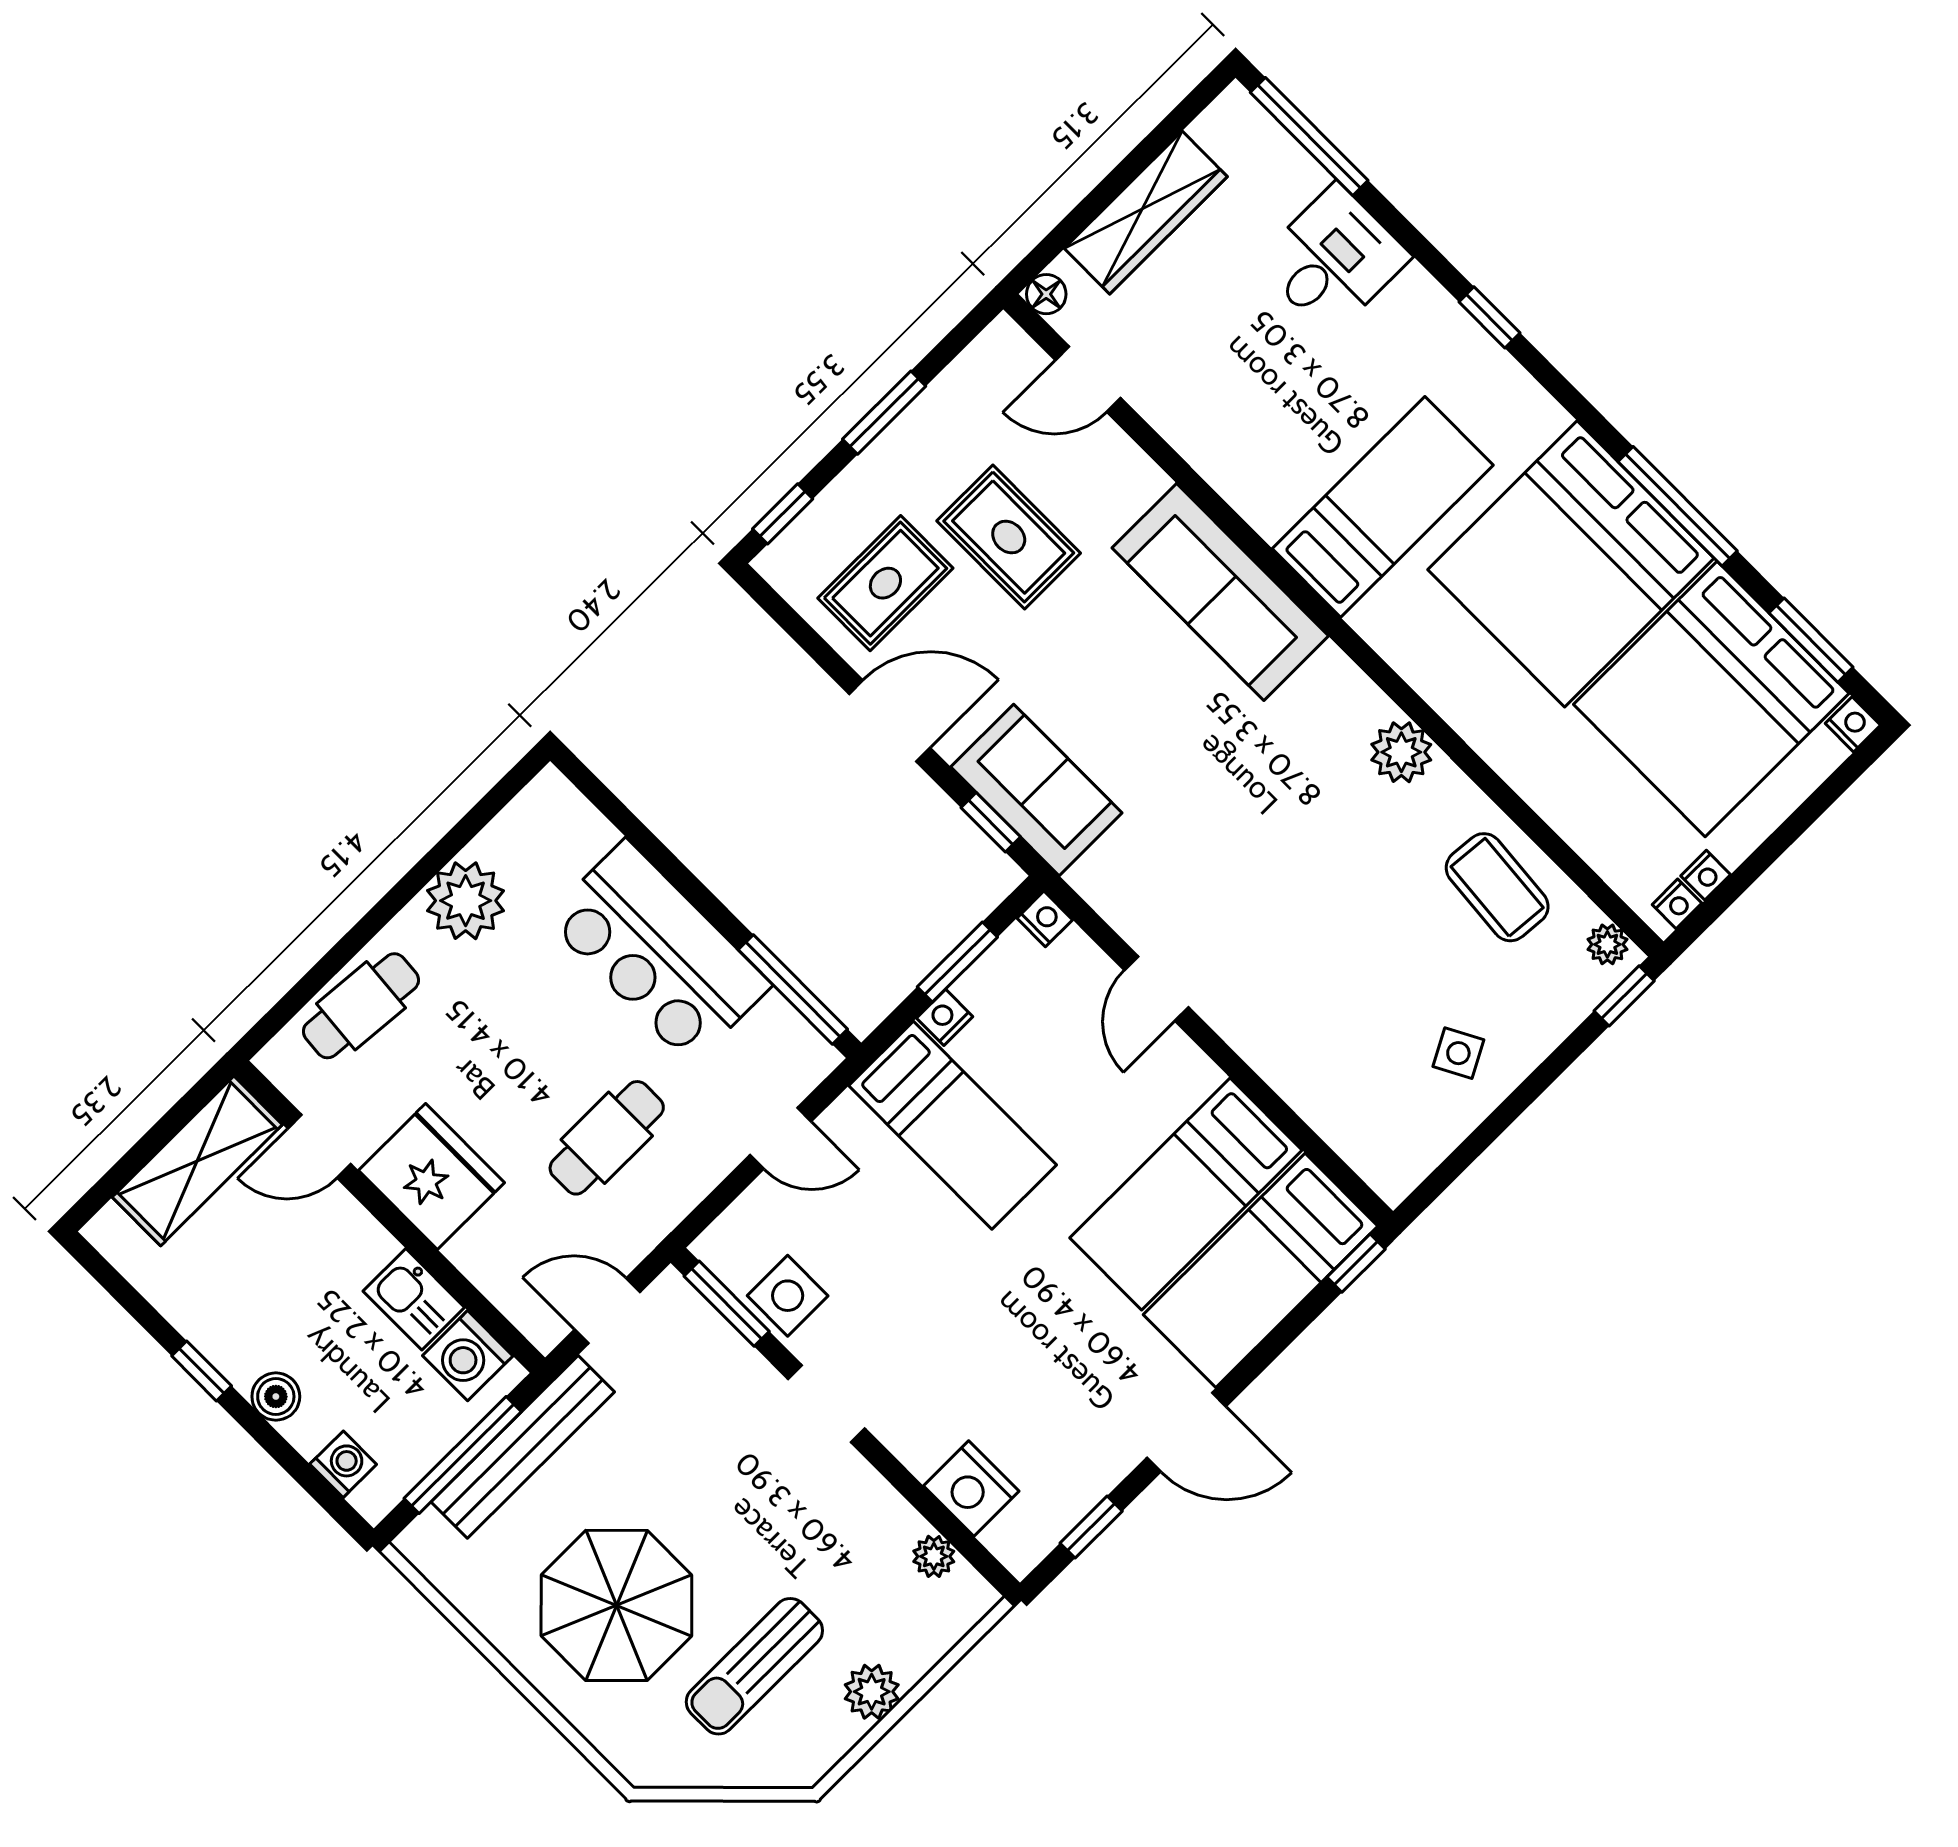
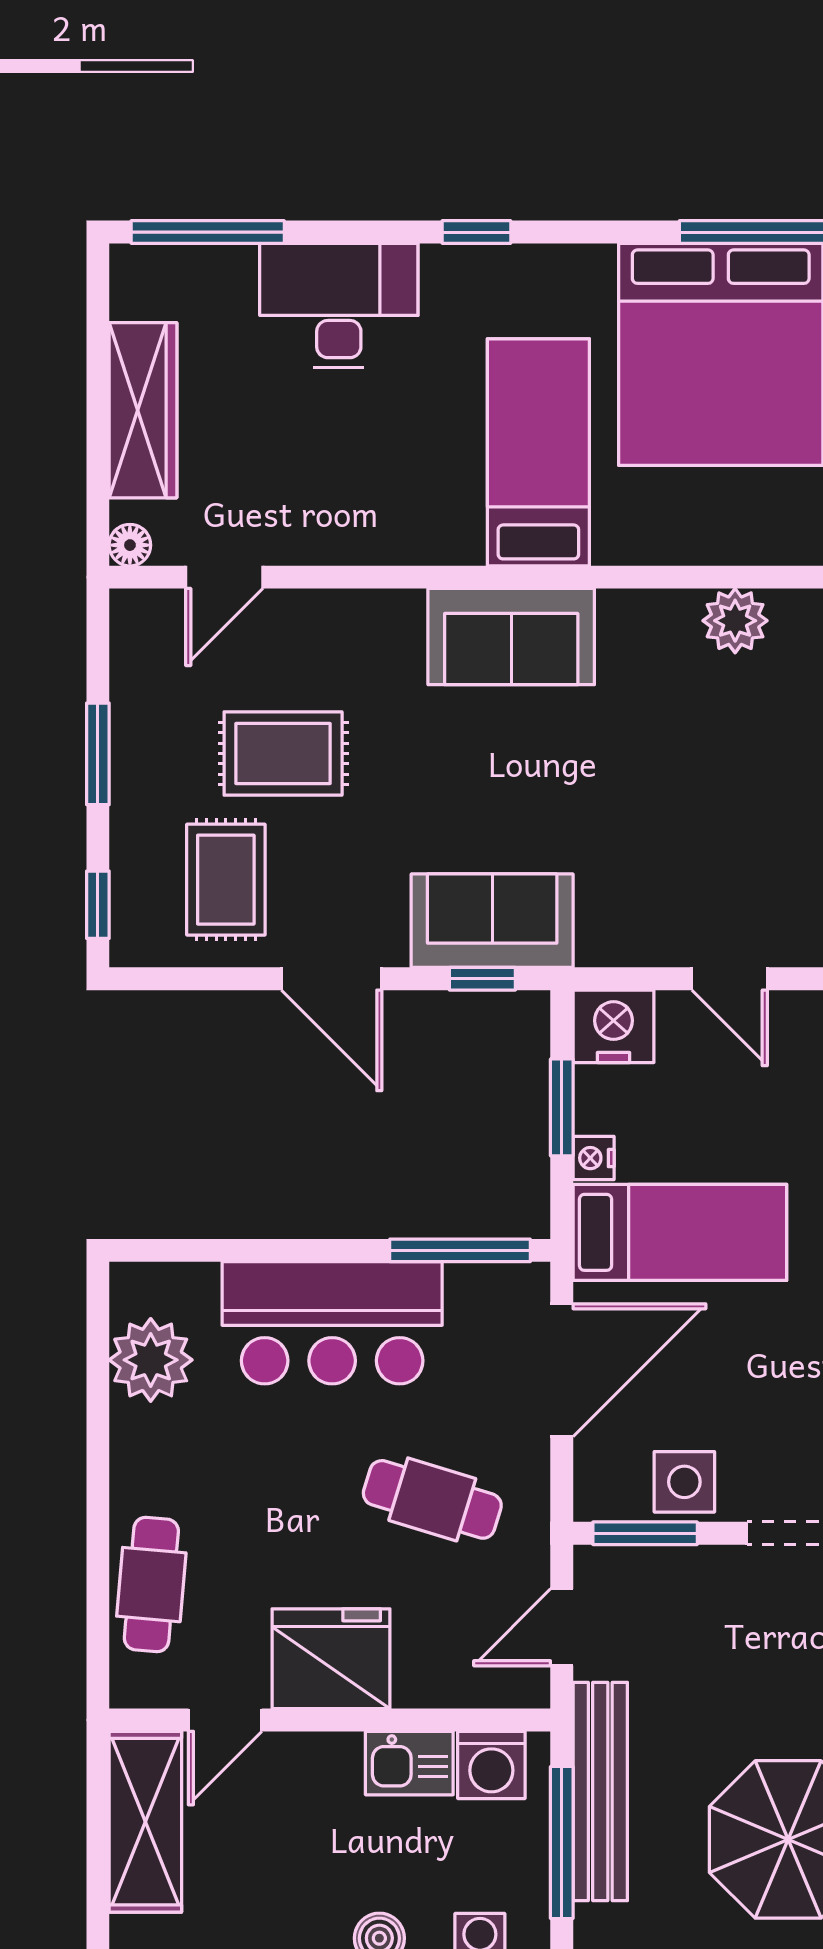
desk: (1333, 260) -> (339, 305), width x1.37
sofa: (1220, 592) -> (511, 637), width x0.73
door: (890, 721) -> (332, 979), swing flipped
plant: (466, 901) -> (151, 1360), moved
nightstand: (1045, 919) -> (613, 1026), width x1.89, depth x1.79
cafe table: (607, 1138) -> (432, 1499), turned -73
door: (781, 1138) -> (562, 1370), width x1.88

